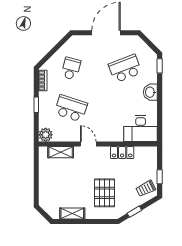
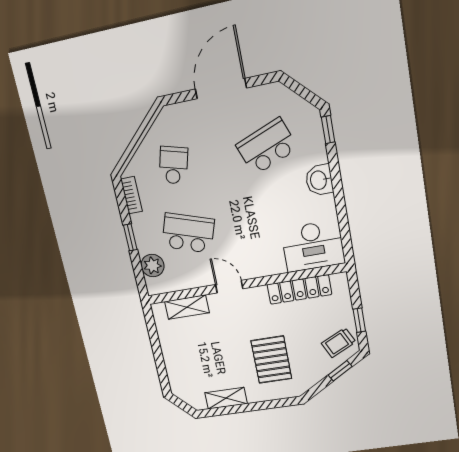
plant: (46, 135) -> (153, 266), moved
locker: (122, 153) -> (299, 289), width x1.53
window: (134, 212) -> (340, 371), moved

